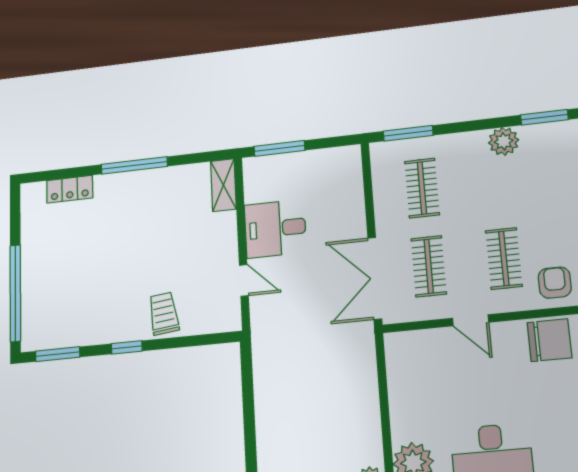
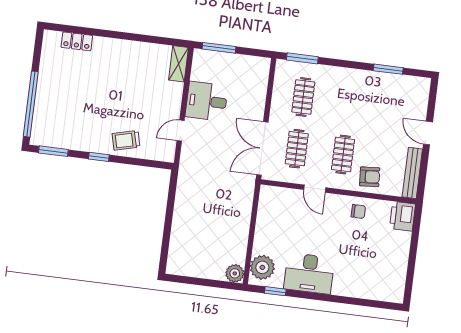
plant: (504, 141) -> (360, 79), removed
window: (134, 165) -> (122, 36), removed
door: (244, 280) -> (181, 131), swing flipped
armchair: (555, 283) -> (370, 177), turned 86
trolley: (164, 314) -> (126, 140), turned -97
chair: (549, 340) -> (358, 211), width x0.54, depth x0.54

